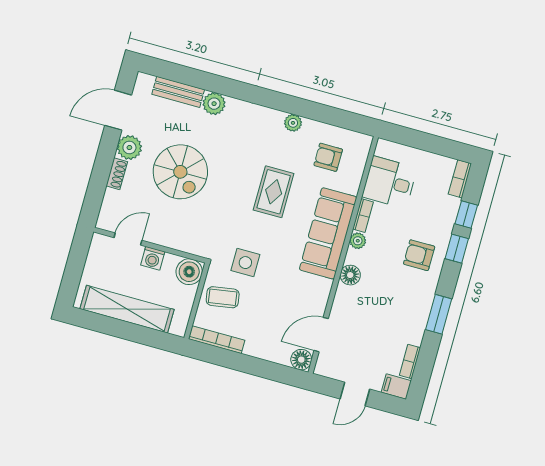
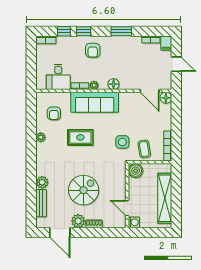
washing machine: (153, 258) -> (134, 222), moved

